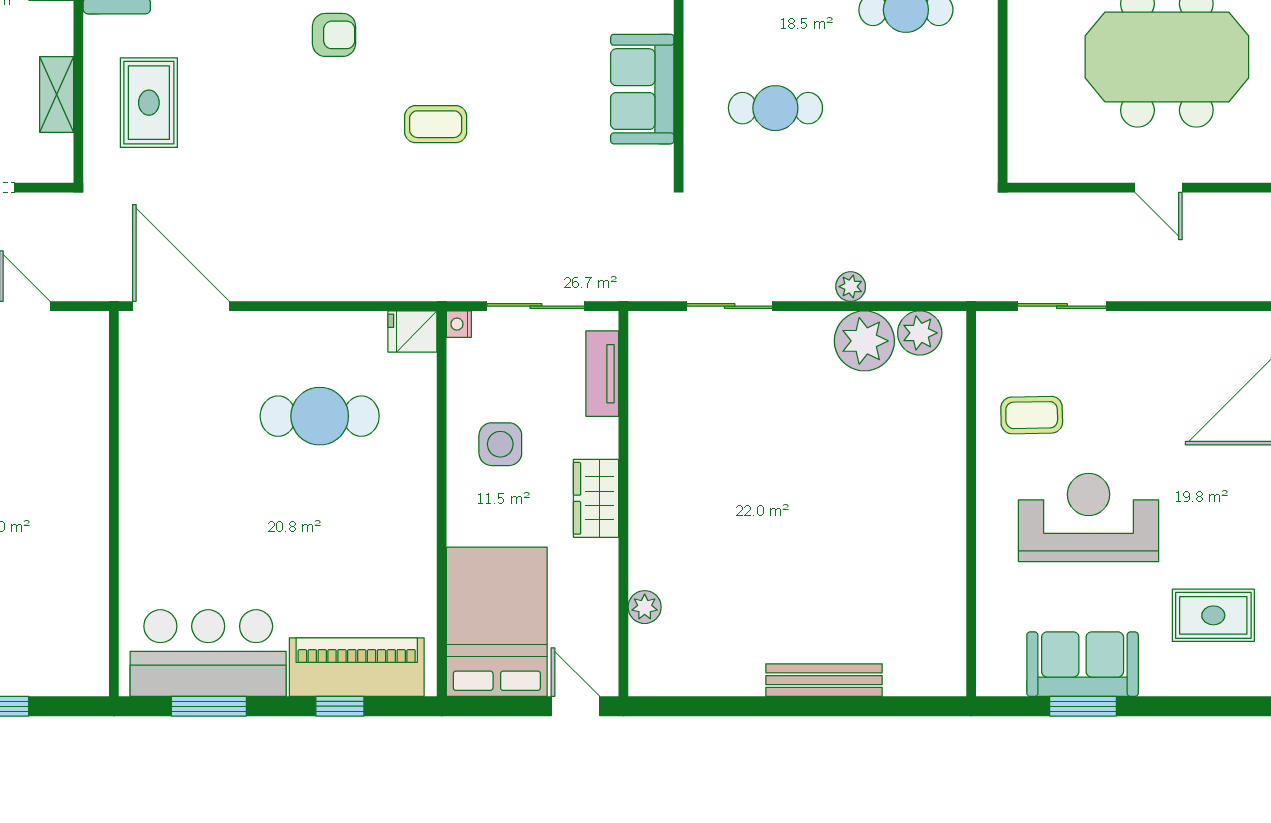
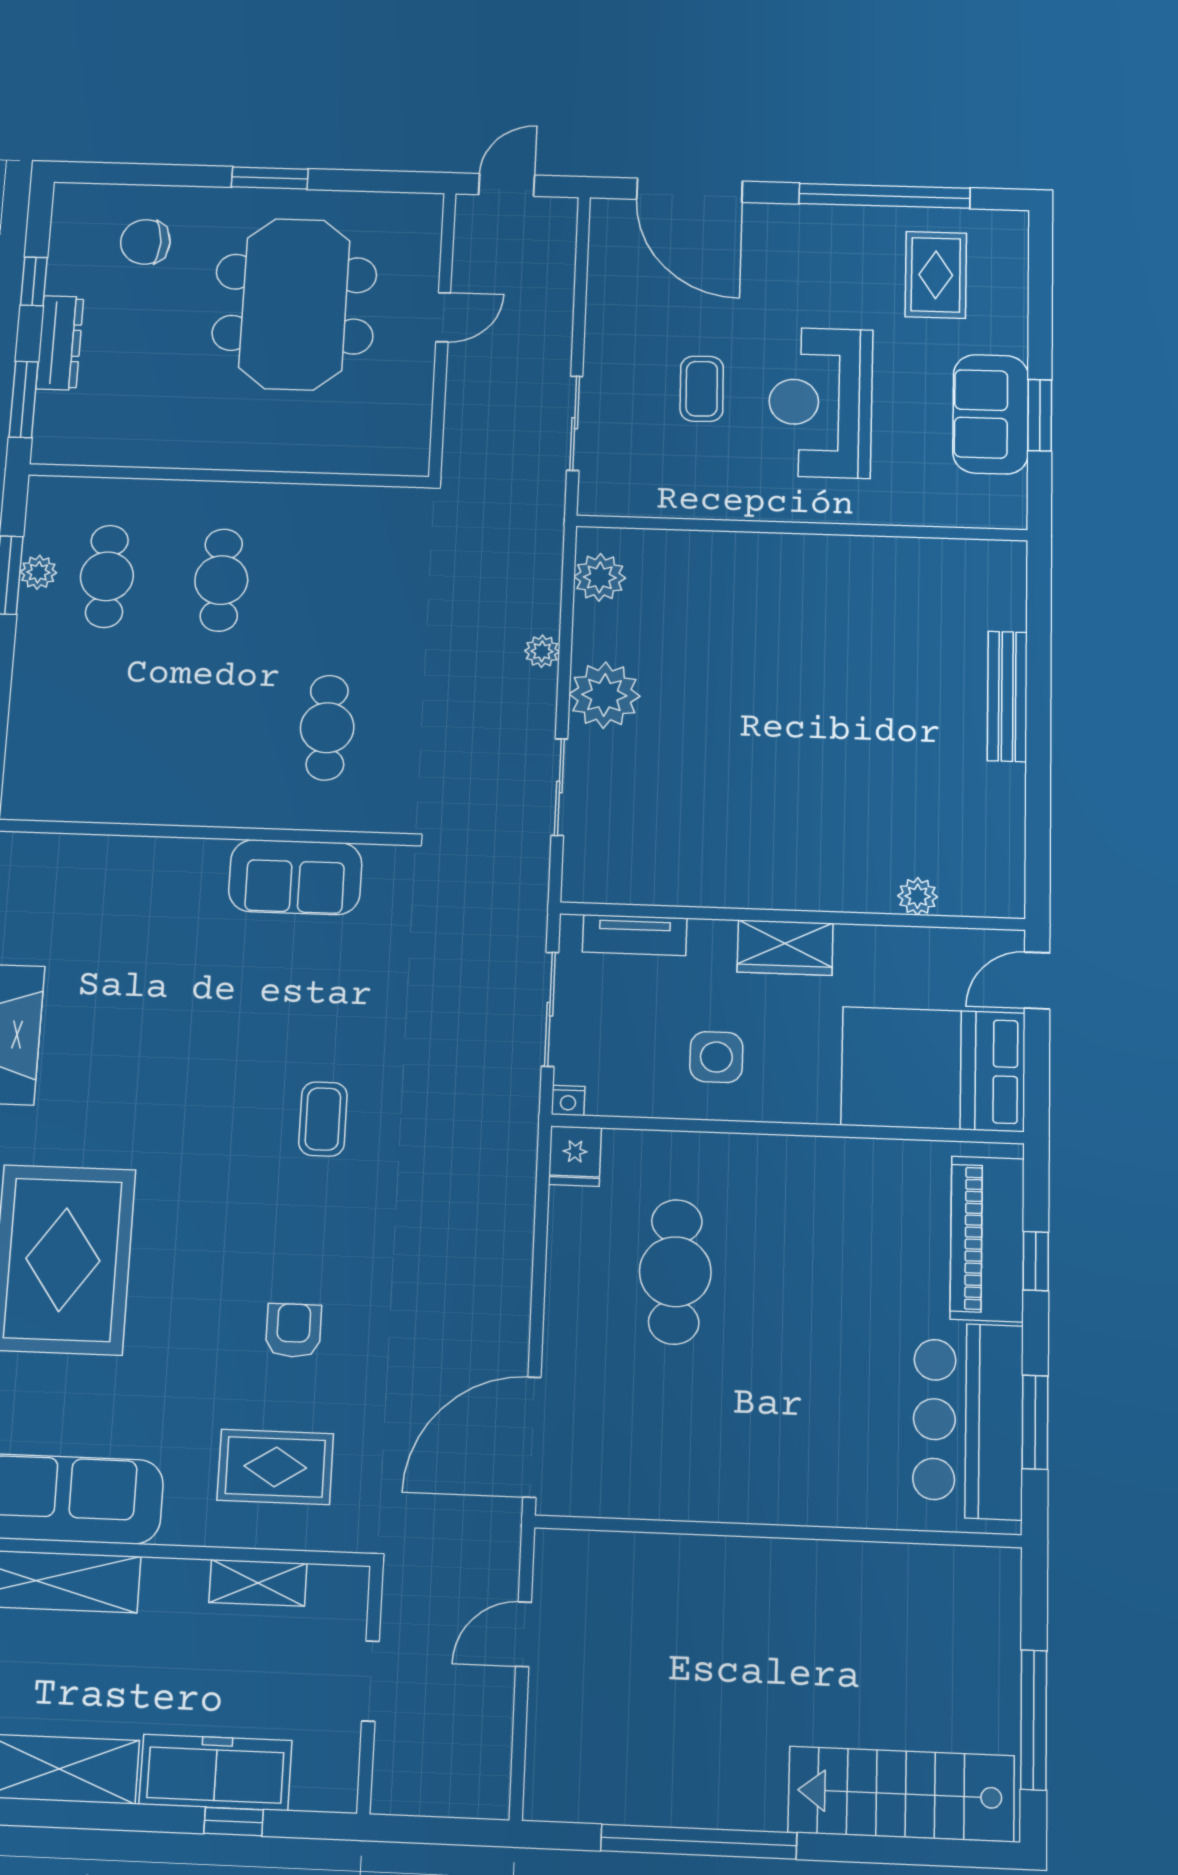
armchair: (334, 35) -> (293, 1330), moved
plant: (864, 341) -> (604, 695), moved
coffee table: (1032, 415) -> (702, 389), moved

